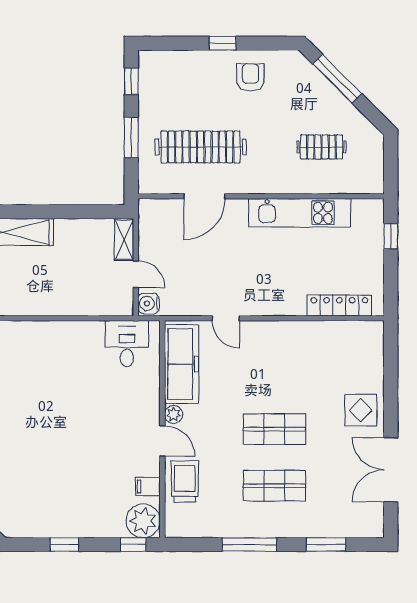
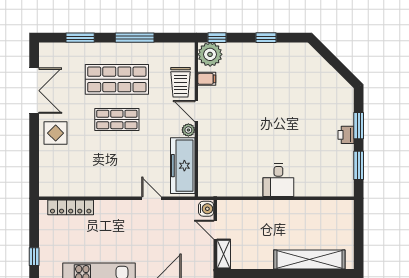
desk: (127, 344) -> (278, 180), moved
shop shelf: (274, 486) -> (117, 79), width x1.43, depth x1.36

